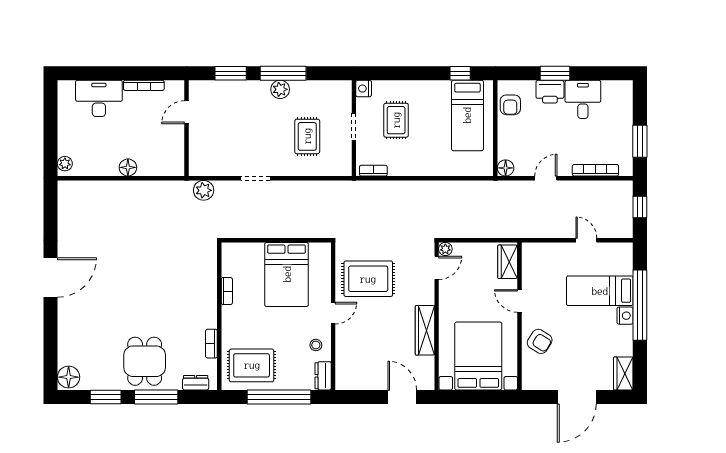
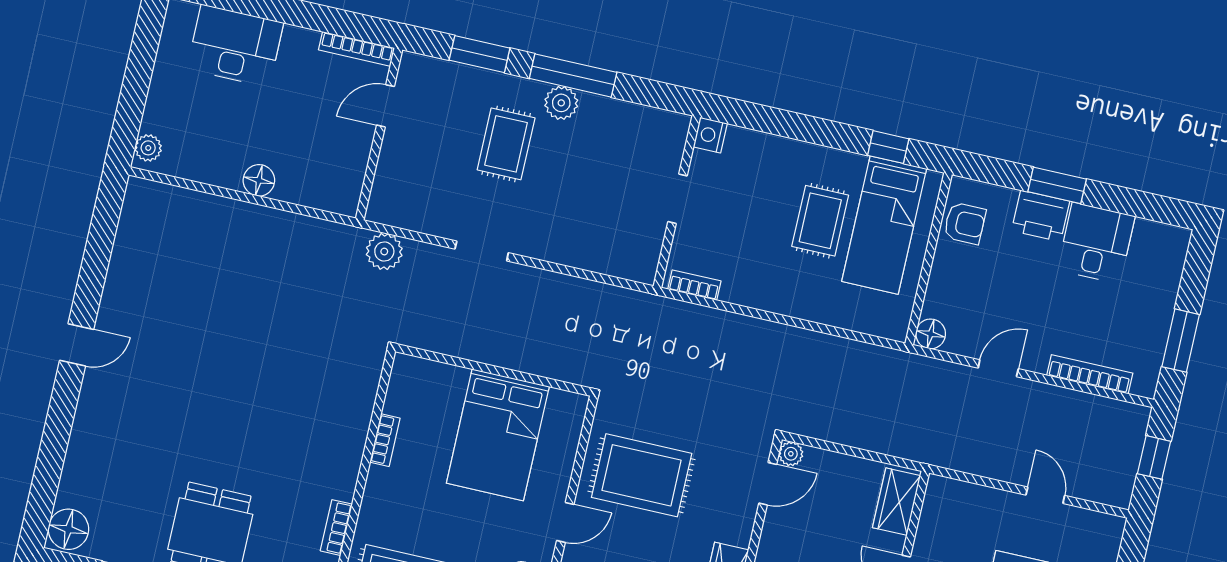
bookcase: (144, 85) -> (357, 49), moved
armchair: (510, 105) -> (965, 223), turned -90
rug: (396, 120) -> (820, 221), moved
rug: (307, 136) -> (506, 144), moved
door: (51, 278) -> (77, 345), width x0.53

